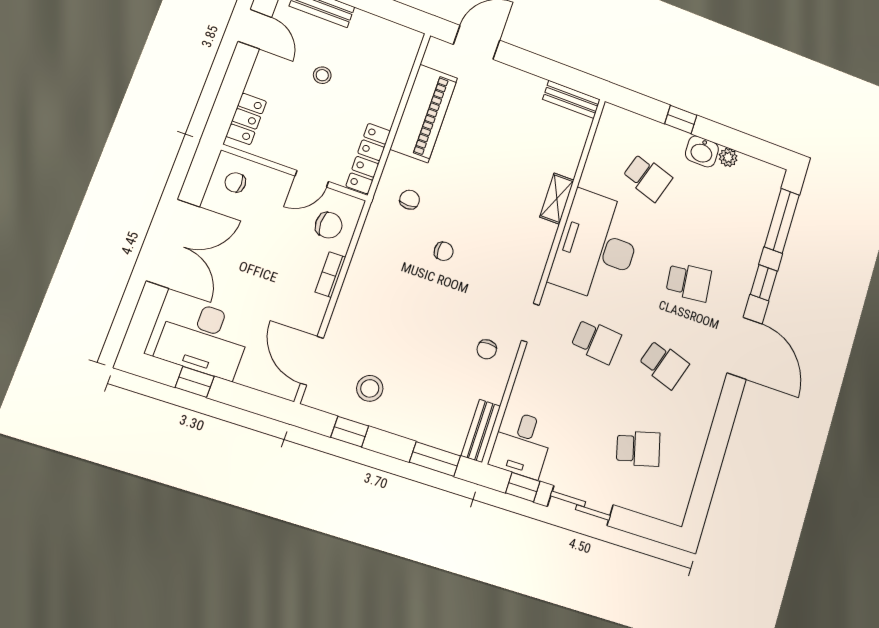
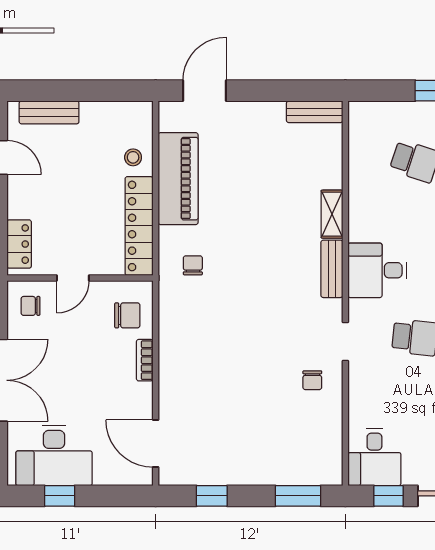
stool: (322, 75) -> (133, 157), moved
locker: (368, 158) -> (139, 226), width x1.41, depth x1.21
door: (312, 179) -> (73, 278), moved
desk: (597, 246) -> (377, 270), width x0.53, depth x0.77
chair: (444, 251) -> (241, 303), removed
stool: (370, 388) -> (216, 451), removed
bench: (481, 431) -> (332, 269), moved

